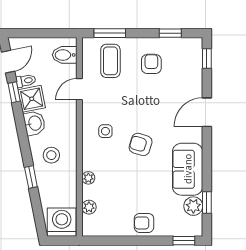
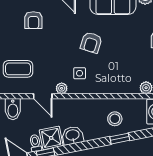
armchair: (151, 64) -> (33, 20), moved, turned -90
stool: (51, 155) -> (115, 119), moved
plant: (88, 178) -> (62, 88), moved

